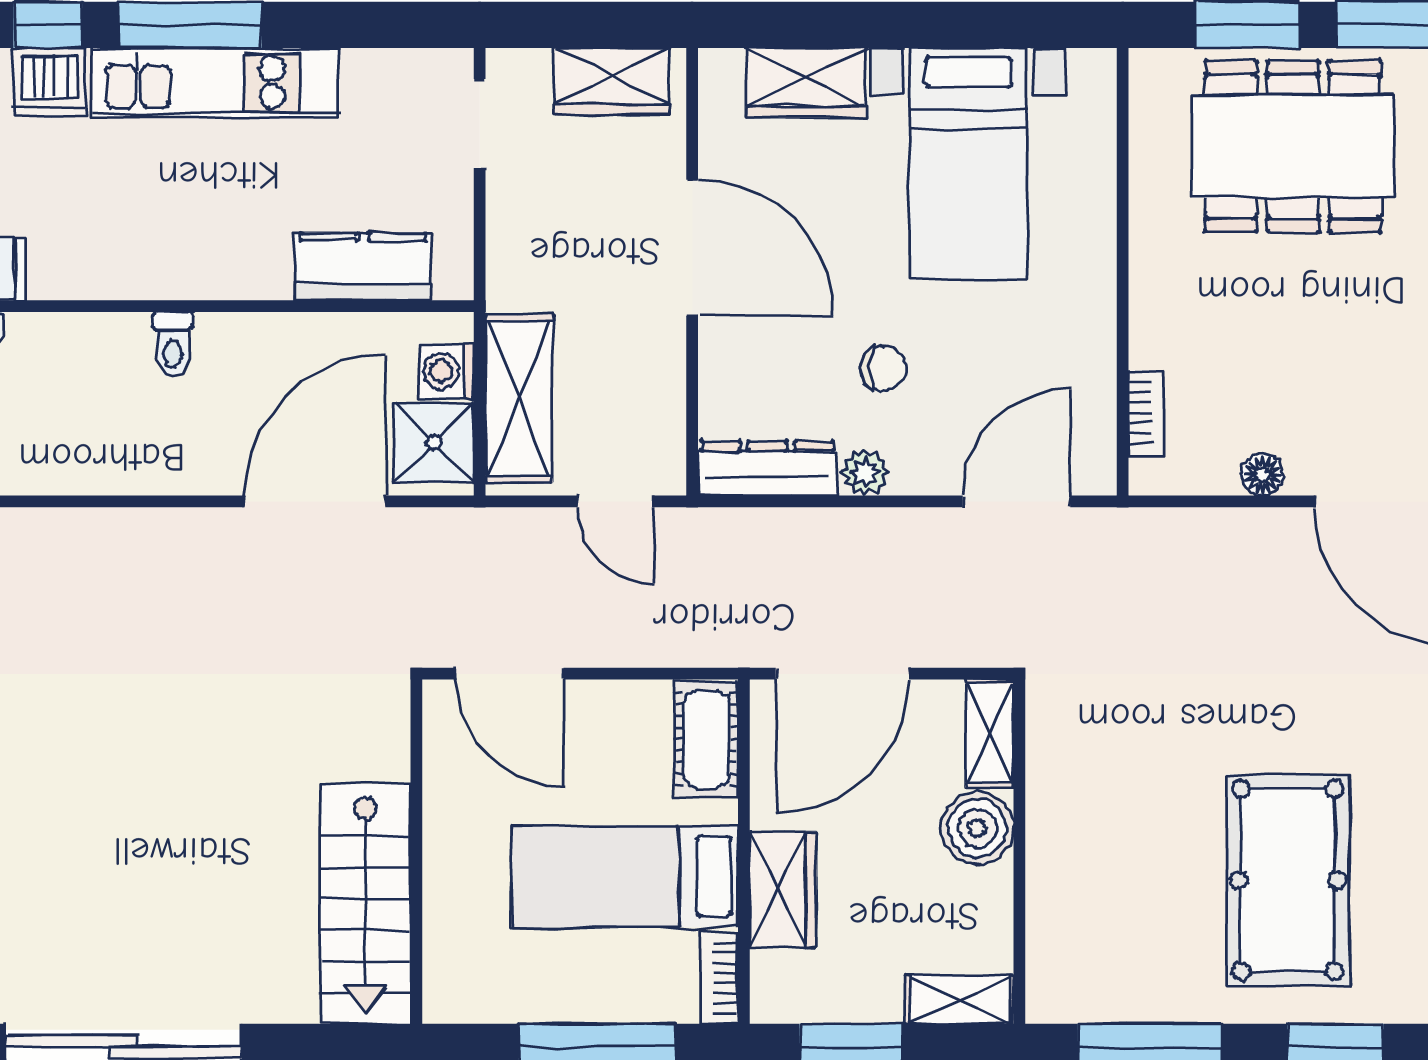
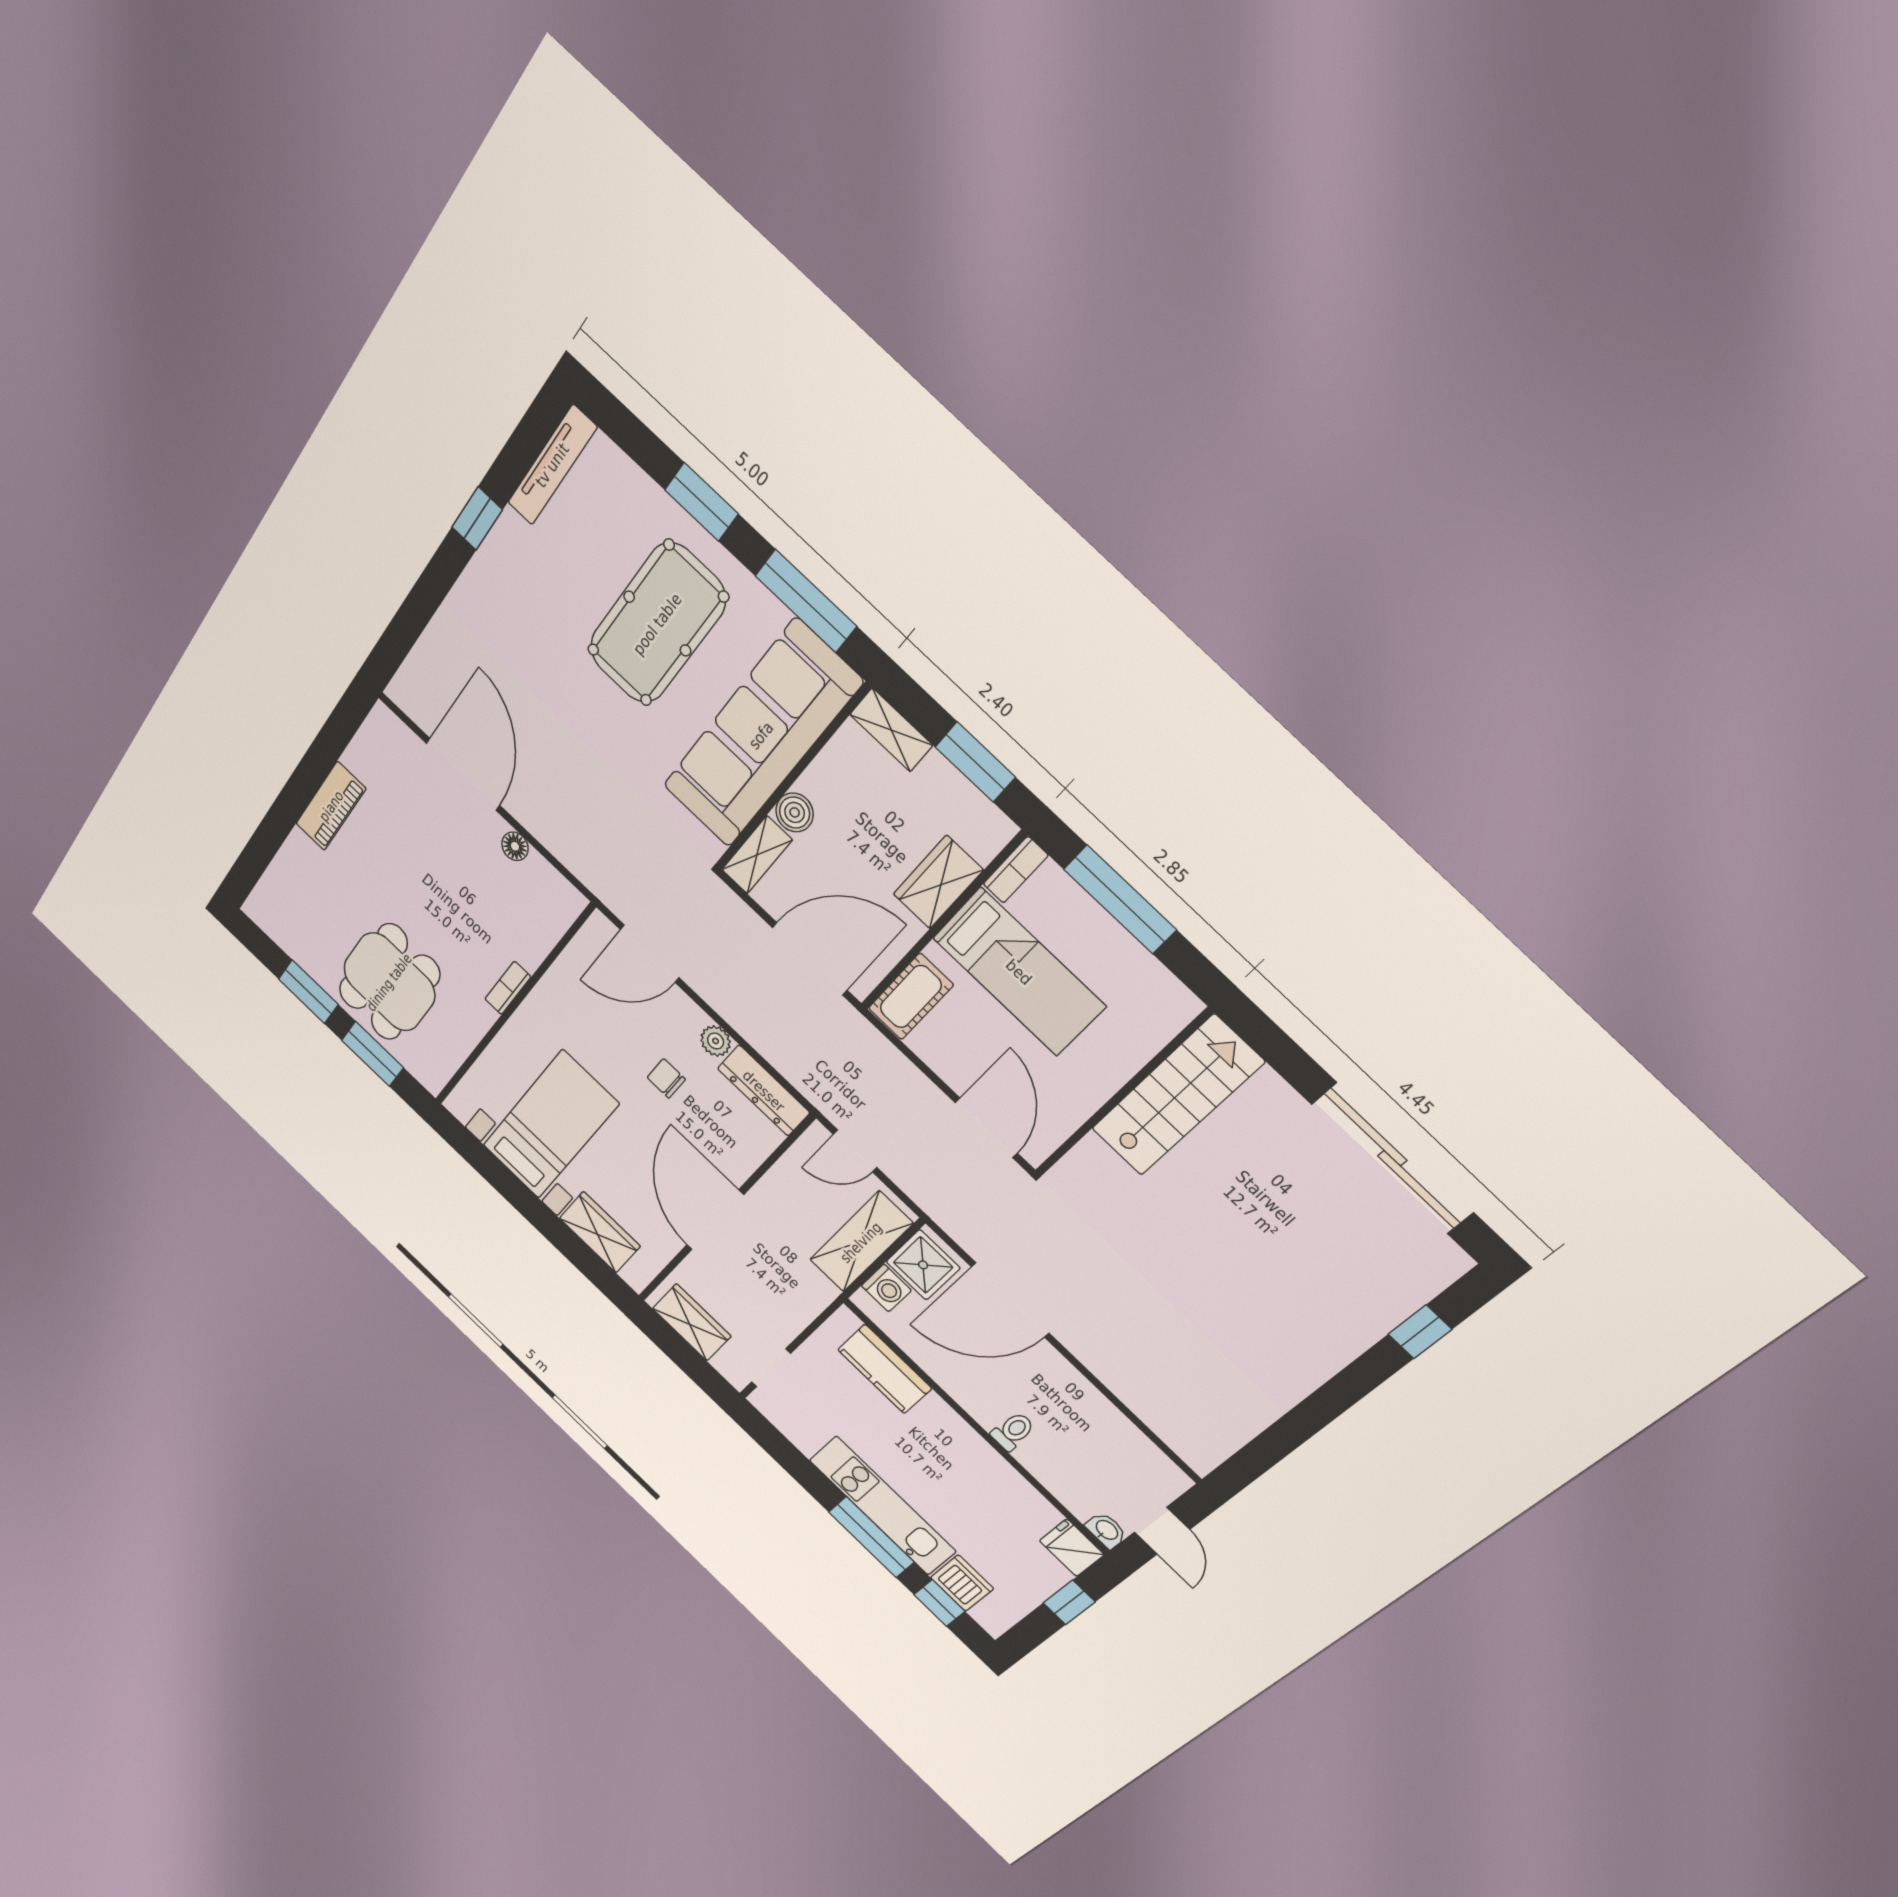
dining table: (1293, 146) -> (389, 982), width x0.73
bookcase: (1146, 413) -> (508, 988), moved
door: (616, 501) -> (855, 1151), swing flipped
boiler: (977, 828) -> (795, 812), width x0.73, depth x0.73
sofa: (1087, 868) -> (761, 735), added

